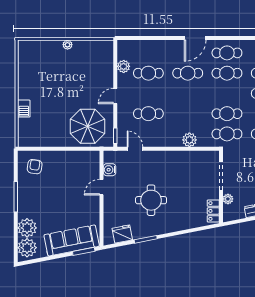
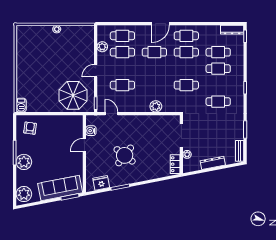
barbecue: (24, 109) -> (21, 105), moved
cafe table: (227, 134) -> (122, 36), moved
round table: (151, 200) -> (125, 155), turned 38
plant: (27, 228) -> (24, 162), moved

